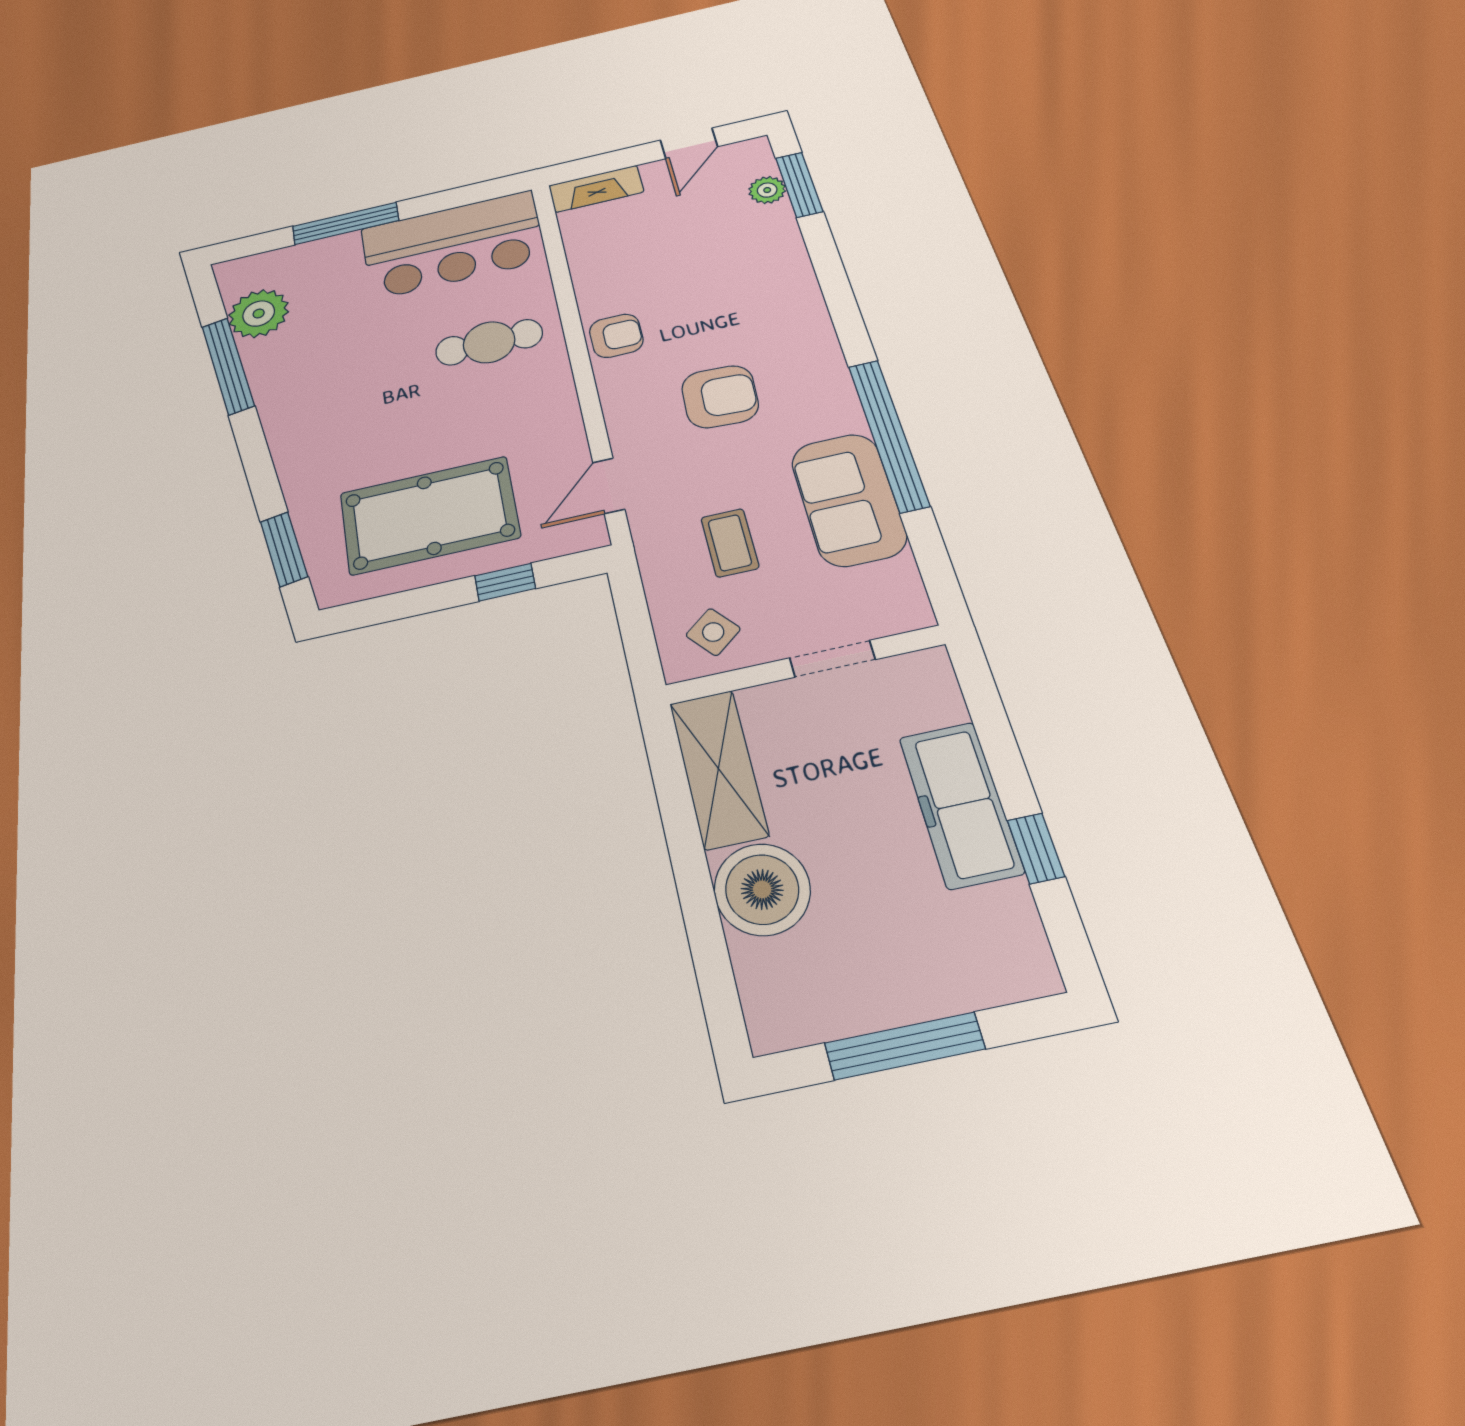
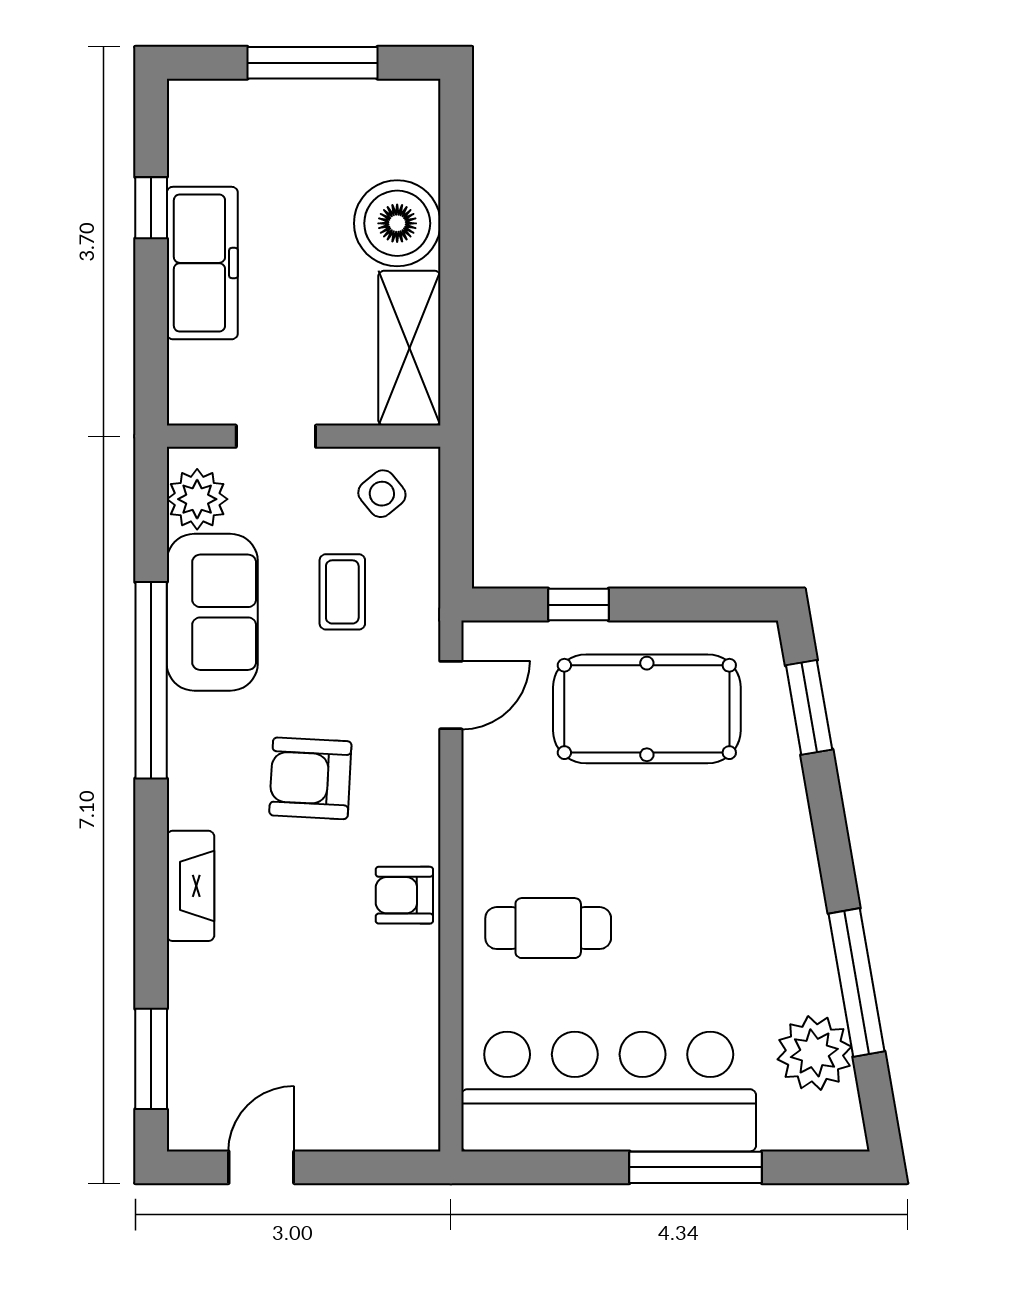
fireplace: (596, 189) -> (190, 886), moved, turned 90
plant: (767, 190) -> (197, 499), moved, width x1.38, depth x1.38
bar counter: (453, 244) -> (609, 1092), width x1.36

